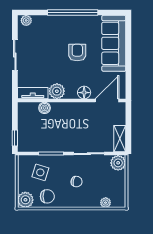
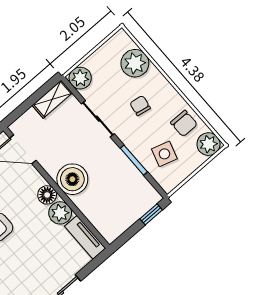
floor lamp: (84, 93) -> (47, 195), moved
boiler: (45, 108) -> (72, 179), moved, width x1.86, depth x1.86
chair: (47, 196) -> (184, 123), turned 180
plant: (106, 203) -> (135, 63), width x1.87, depth x1.87

